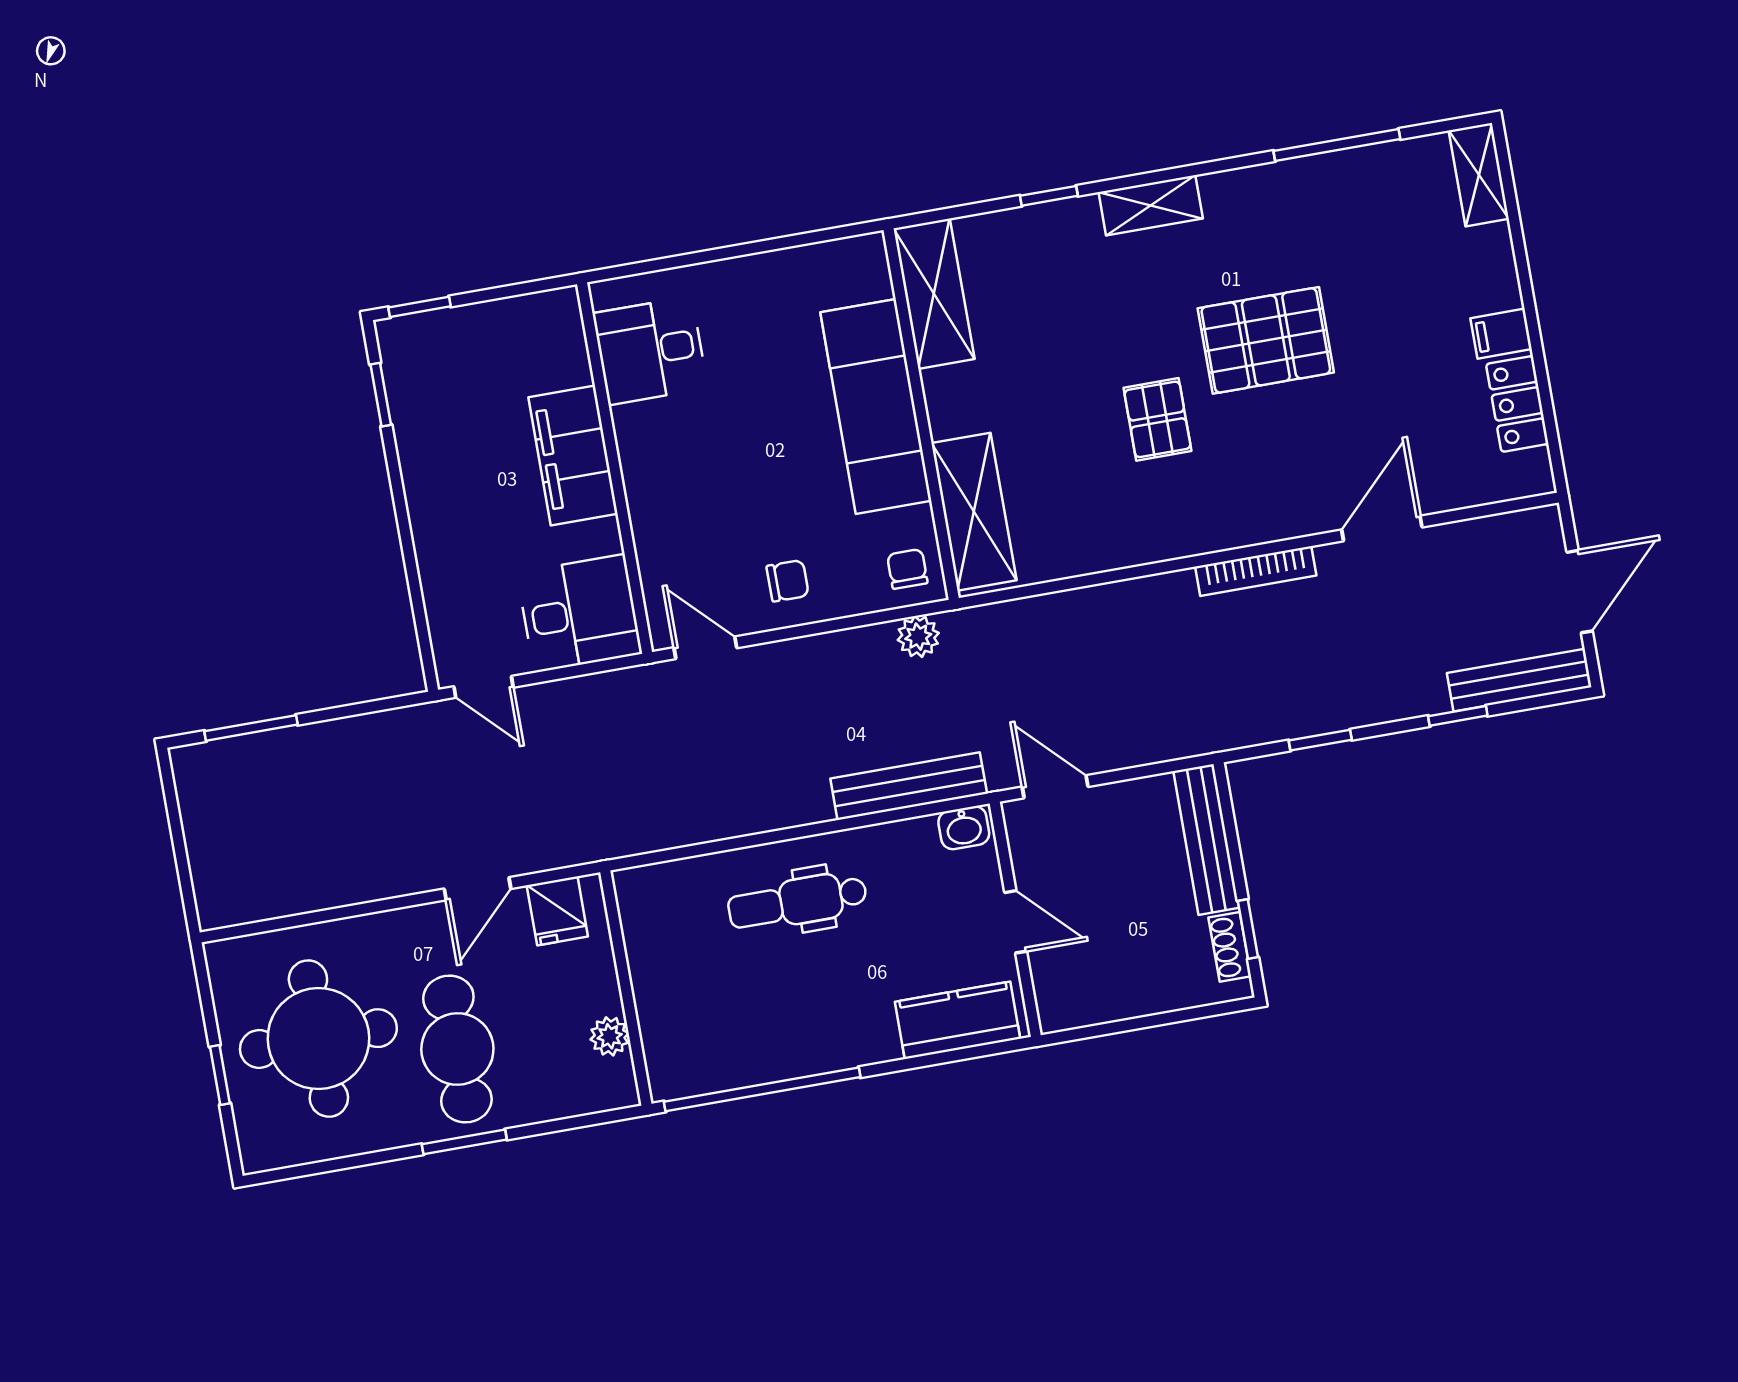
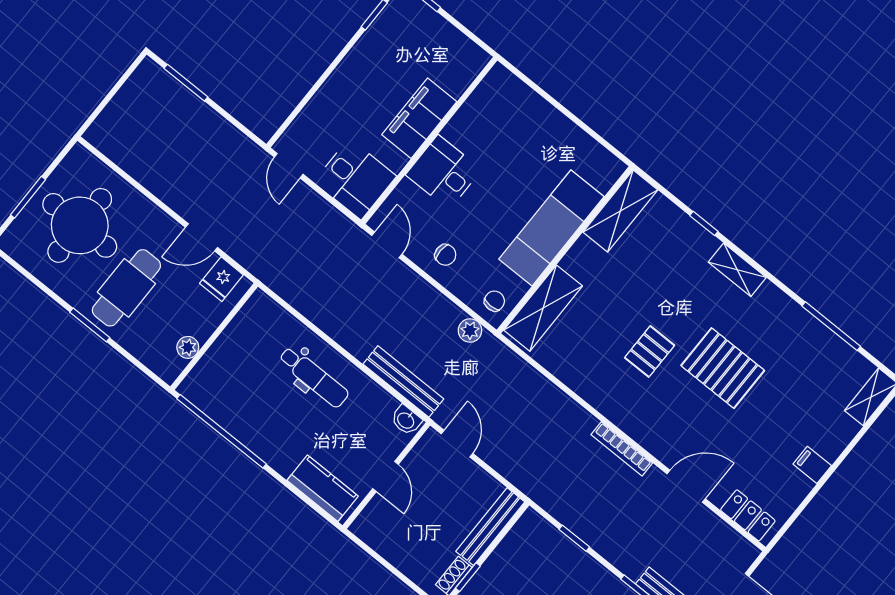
desk: (650, 351) -> (444, 172), moved
locker: (1517, 404) -> (748, 515), moved, turned 90
dental chair: (797, 902) -> (314, 377), turned 180
window: (220, 1075) -> (28, 197), width x1.50

